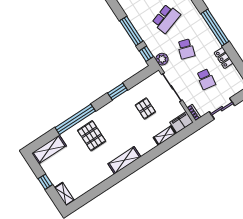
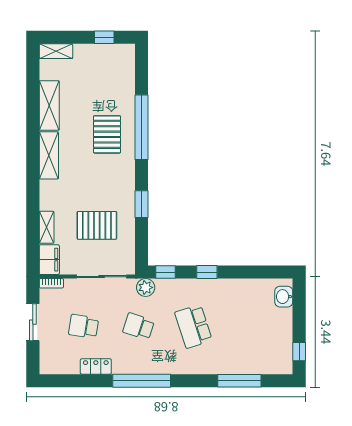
window: (131, 31) -> (207, 272), width x0.46
pallet: (145, 108) -> (97, 225), width x1.50, depth x1.42
pallet: (92, 136) -> (107, 134), turned 90
shelving: (49, 149) -> (49, 105), moved
window: (45, 182) -> (104, 37), moved

